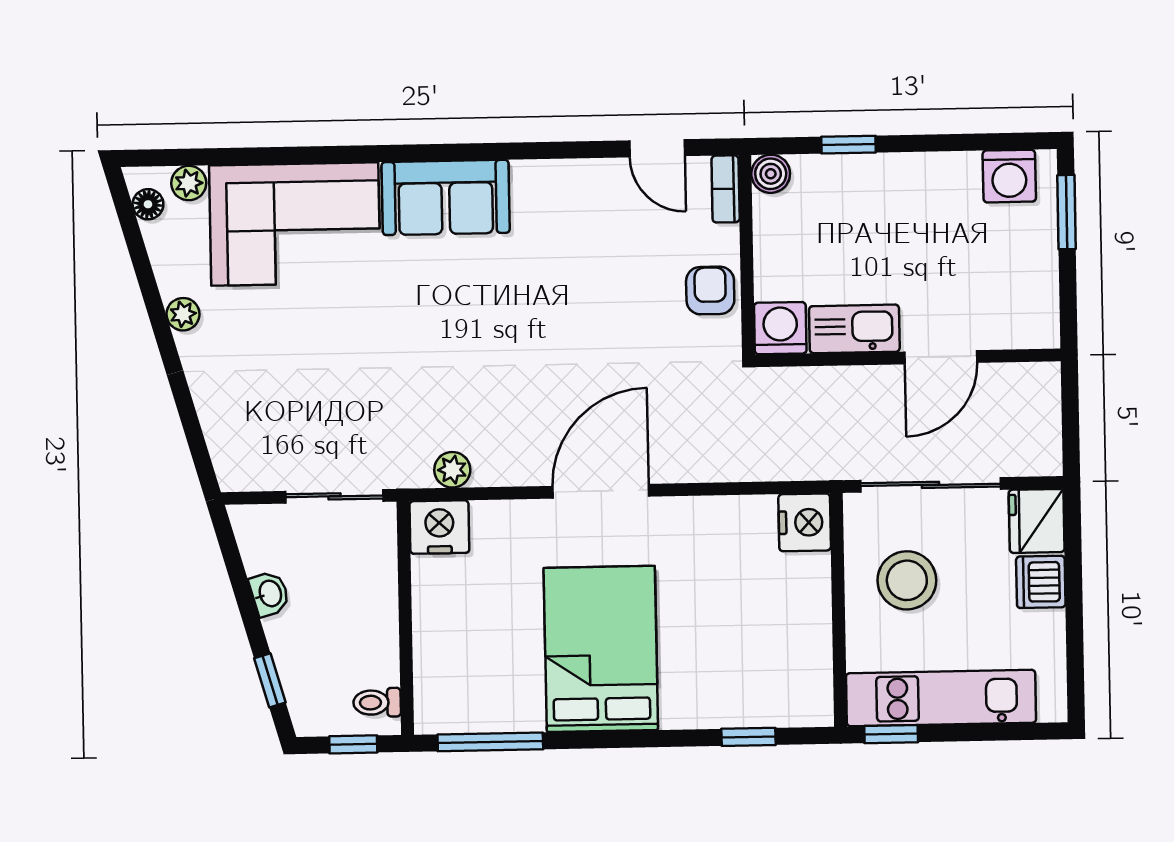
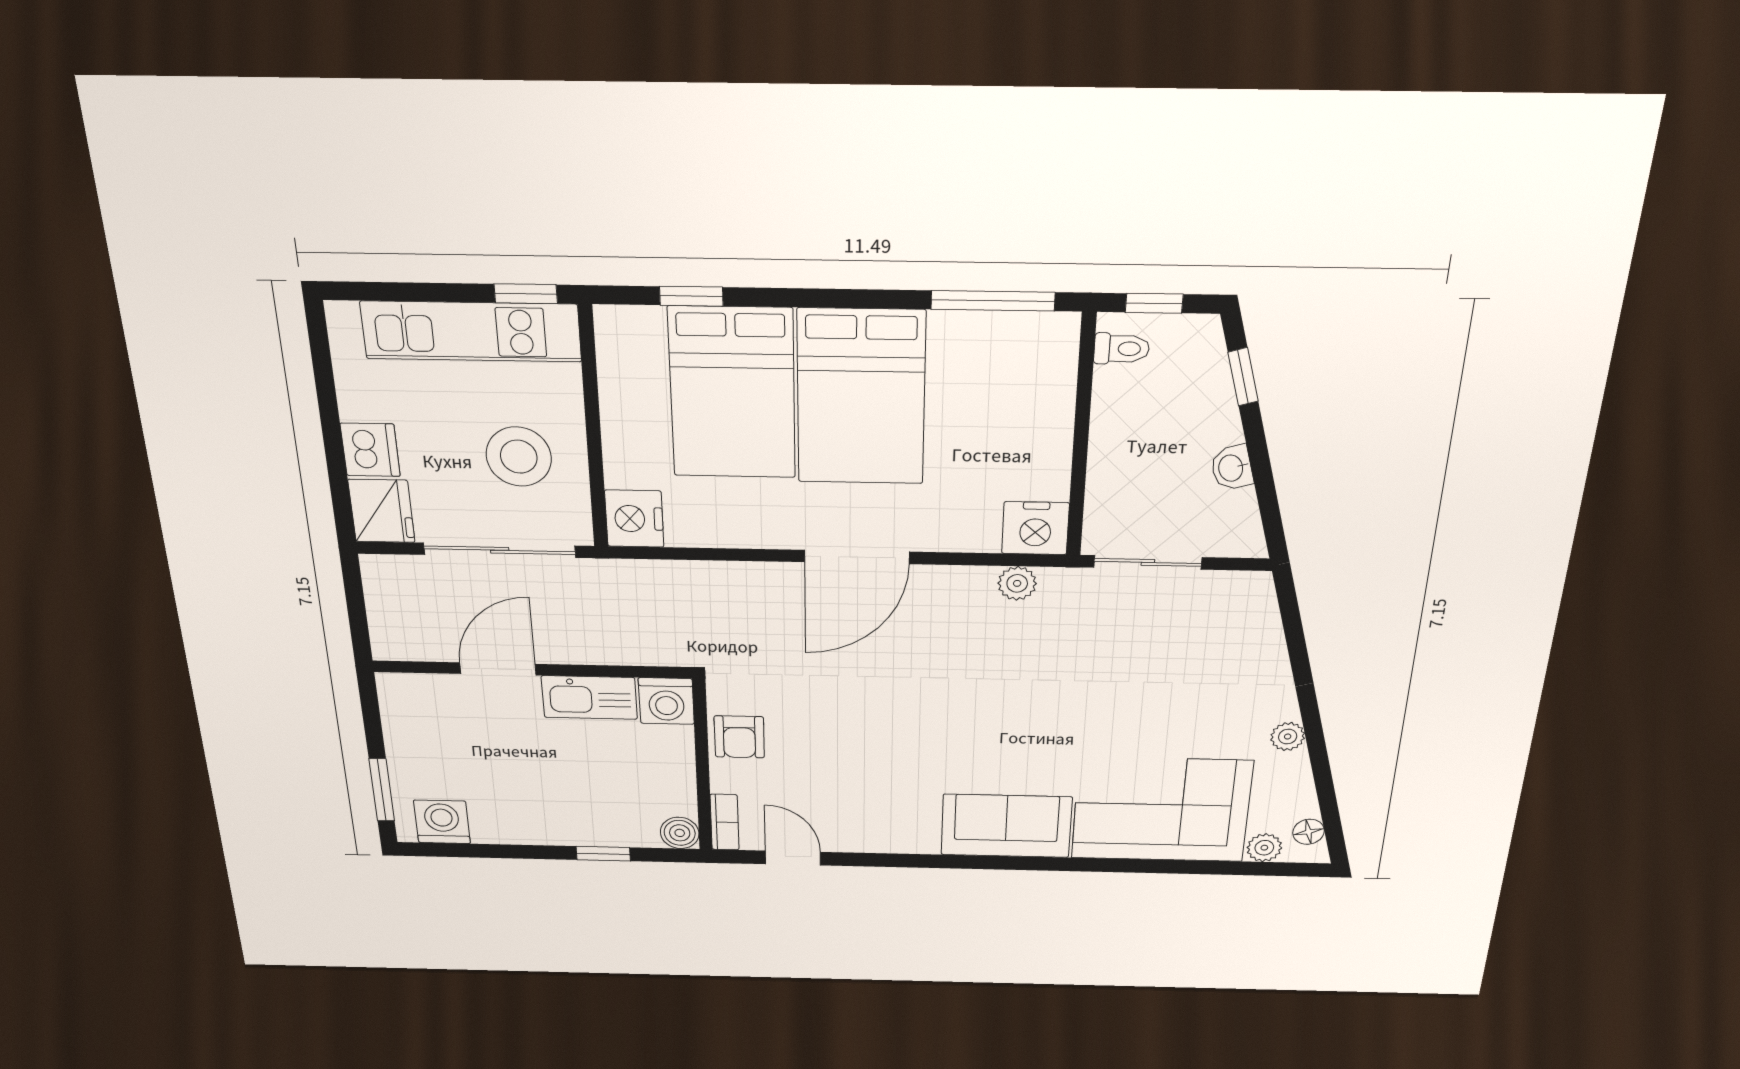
bed: (714, 649) -> (732, 393), added

